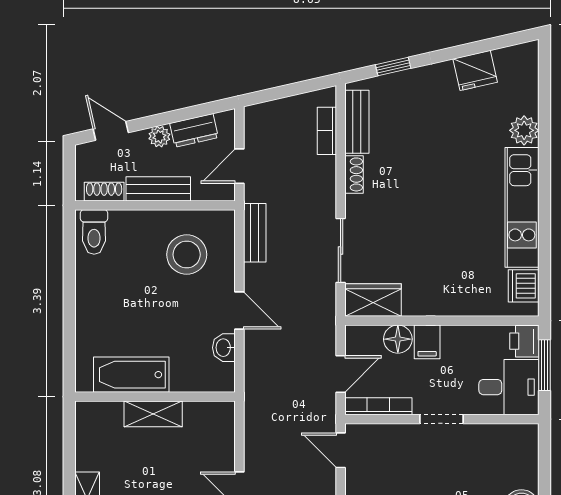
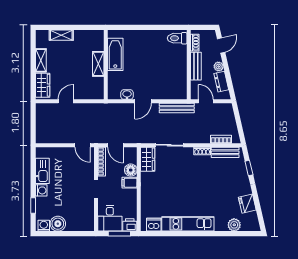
plant: (524, 130) -> (234, 225), moved
bench: (255, 233) -> (177, 108), width x1.36
stool: (187, 255) -> (167, 78), removed
door: (341, 450) -> (82, 145), swing flipped

